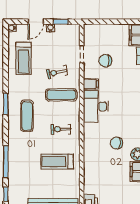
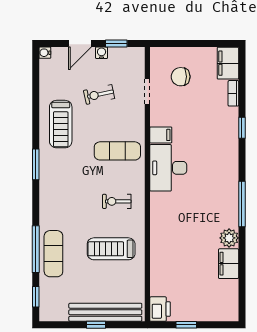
treadmill: (24, 58) -> (61, 124), moved
chair: (105, 61) -> (181, 77), moved
exercise bike: (57, 72) -> (99, 94), moved
exercise mat: (27, 116) -> (53, 254), moved
chair: (116, 143) -> (198, 222), removed

